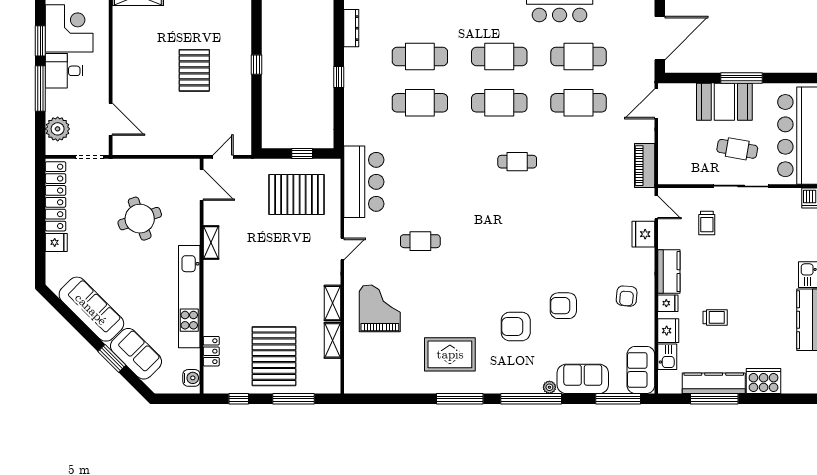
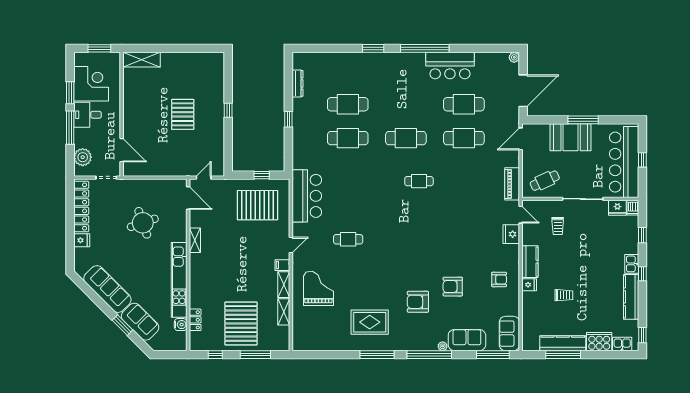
cafe table: (499, 57) -> (406, 104), removed
cafe table: (737, 149) -> (545, 181), moved, turned -35
filing cabinet: (331, 276) -> (282, 265), added
armchair: (627, 296) -> (499, 279), turned -95
fridge: (668, 331) -> (617, 208), moved, turned 90
kitchen sink: (667, 357) -> (622, 344), moved, turned -90
water cooler: (191, 378) -> (181, 325), moved

